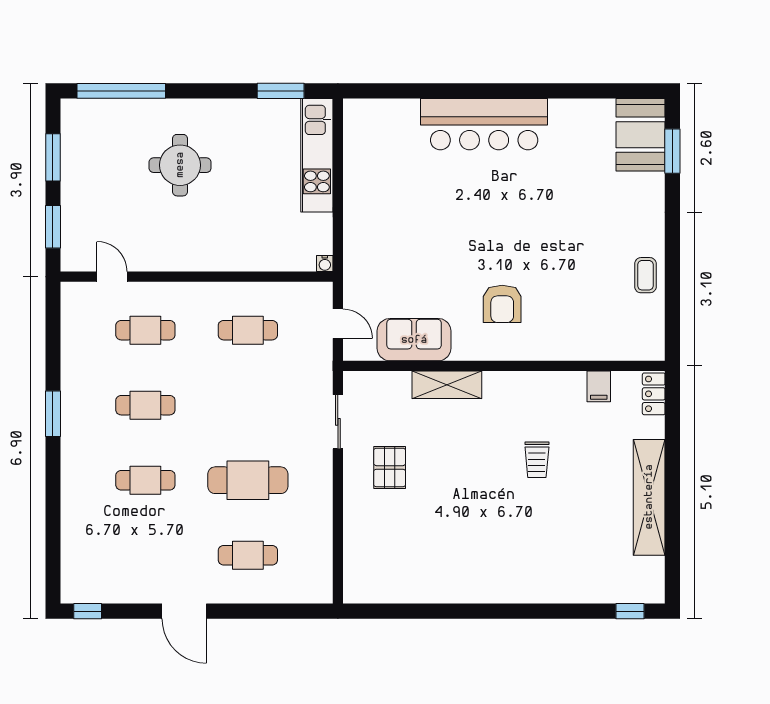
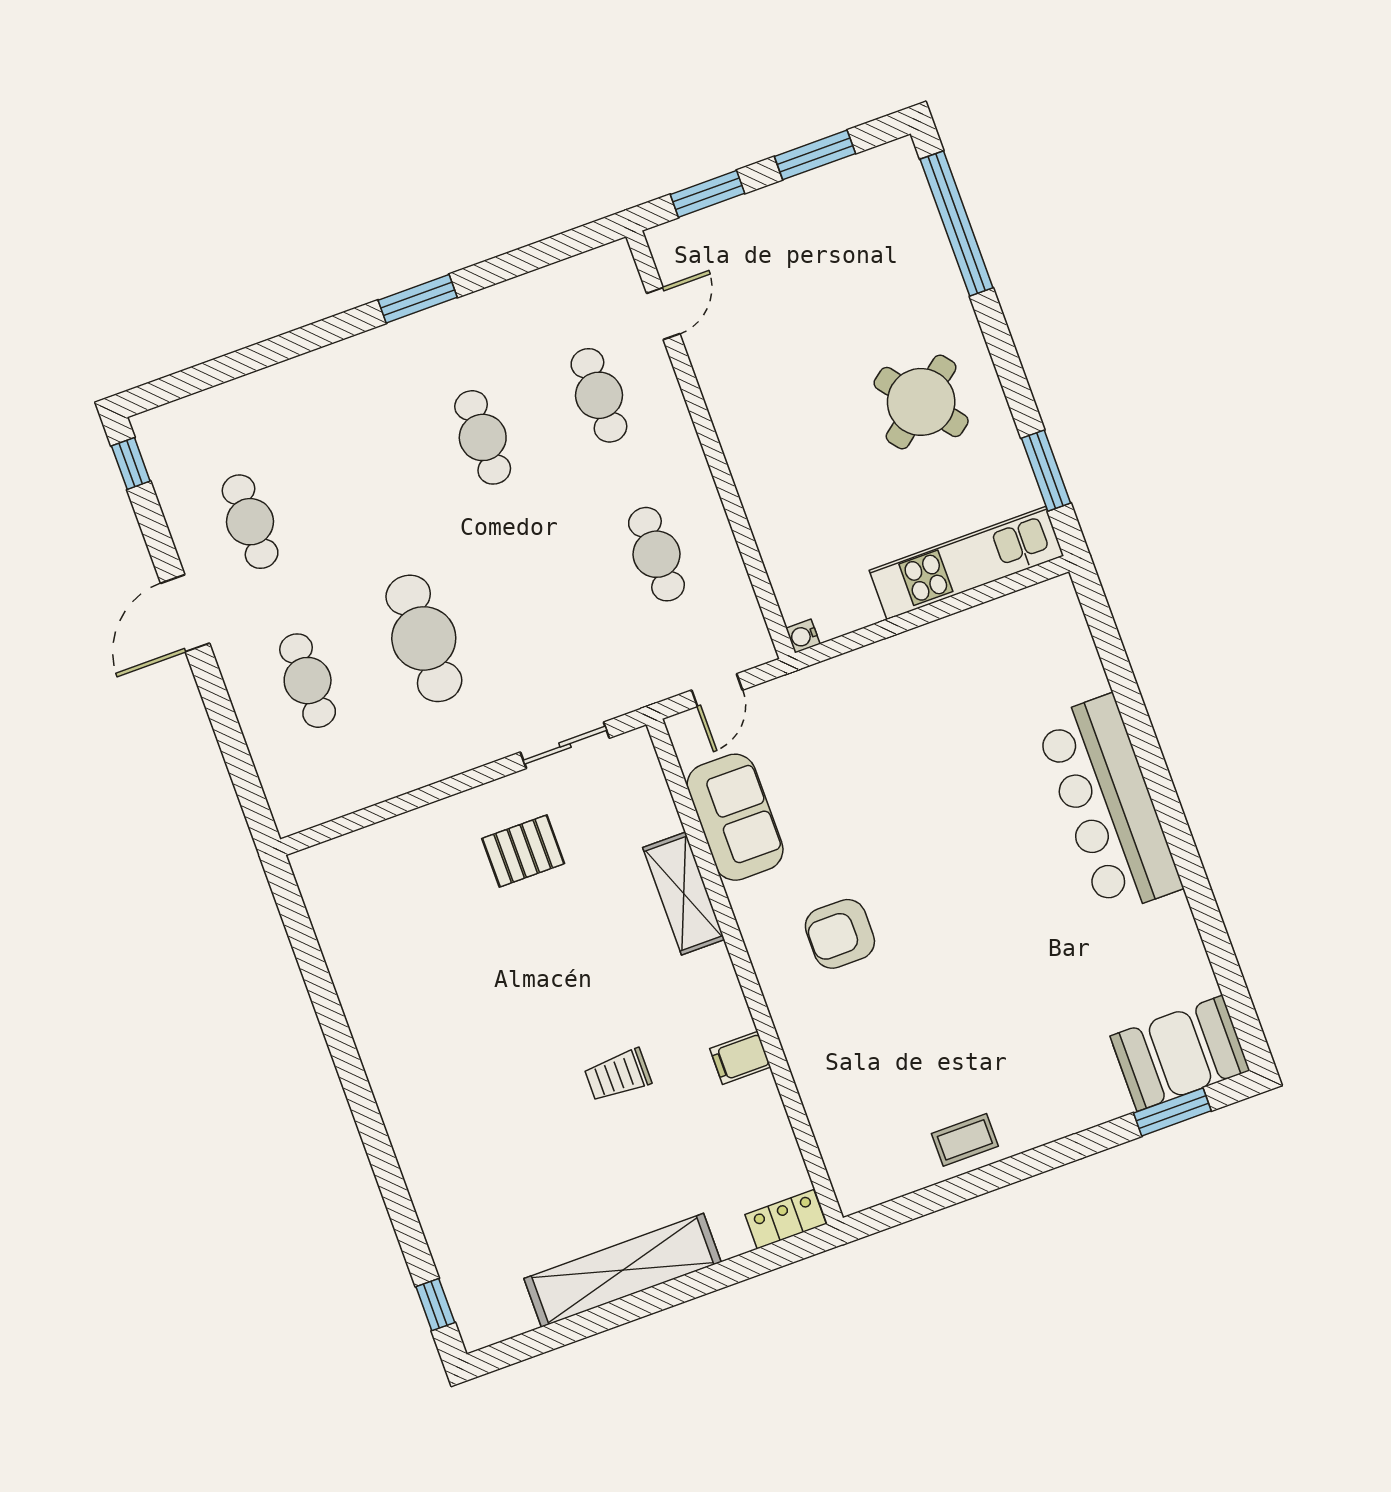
round table: (180, 165) -> (921, 402), moved, turned -38
filing cabinet: (599, 386) -> (740, 1058), moved
cafe table: (145, 480) -> (250, 522), moved

